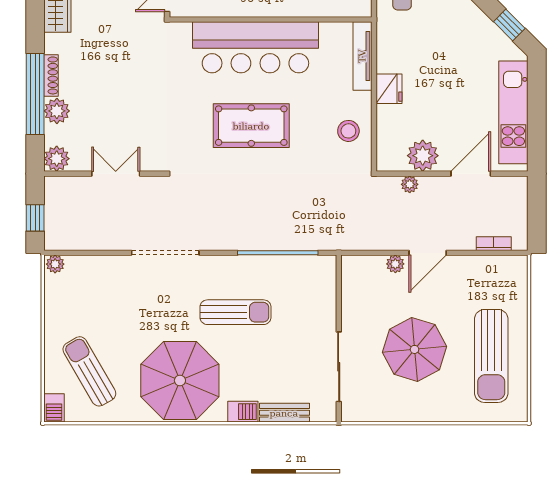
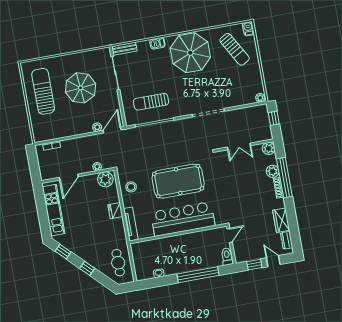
pool table: (251, 126) -> (178, 181), width x1.36, depth x1.32
plant: (423, 156) -> (105, 179), moved
door: (428, 253) -> (112, 130), moved
sun lounger: (235, 312) -> (151, 102), moved
bench: (284, 413) -> (124, 49), moved

